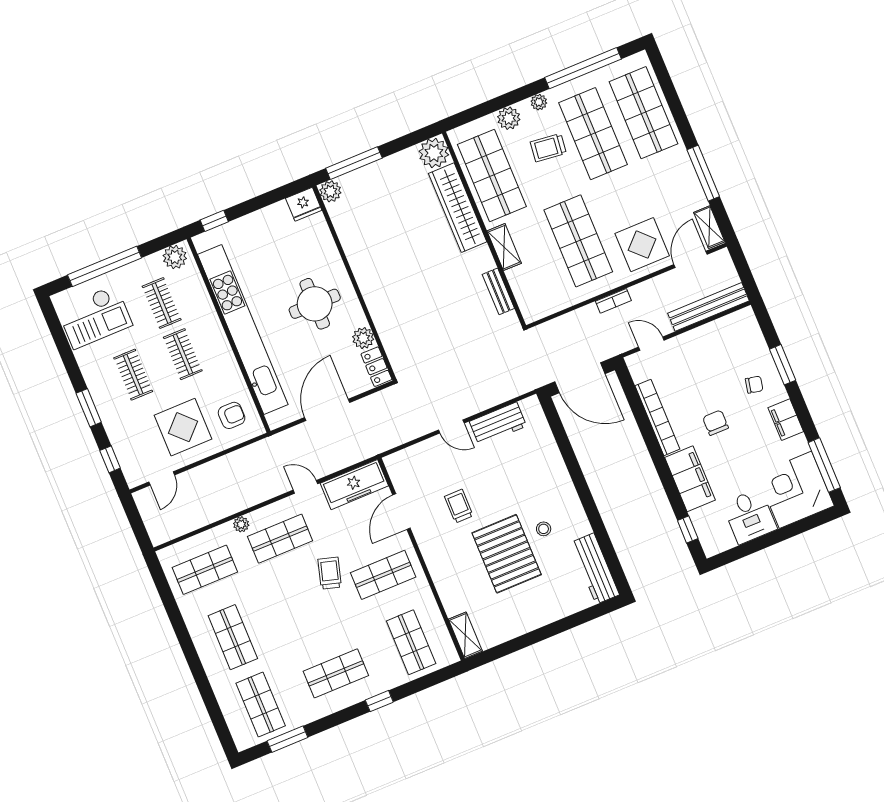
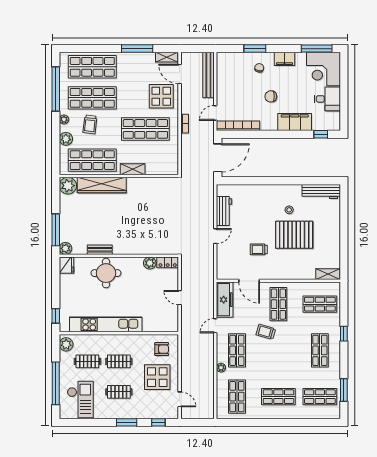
bench: (498, 291) -> (100, 250), moved
round table: (315, 304) -> (106, 273), moved
kitchen unit: (243, 329) -> (106, 324), width x0.73
door: (327, 410) -> (180, 298), width x0.53
armchair: (232, 415) -> (162, 349), turned 90
bookcase: (657, 417) -> (238, 126), moved

